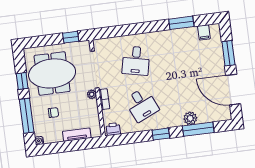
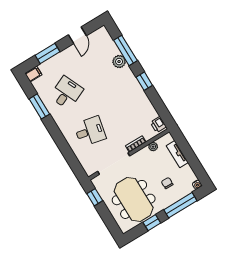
filing cabinet: (204, 32) -> (33, 74), moved
door: (233, 90) -> (77, 35), width x0.53
plant: (92, 94) -> (153, 147), moved
desk: (142, 105) -> (66, 93), moved

